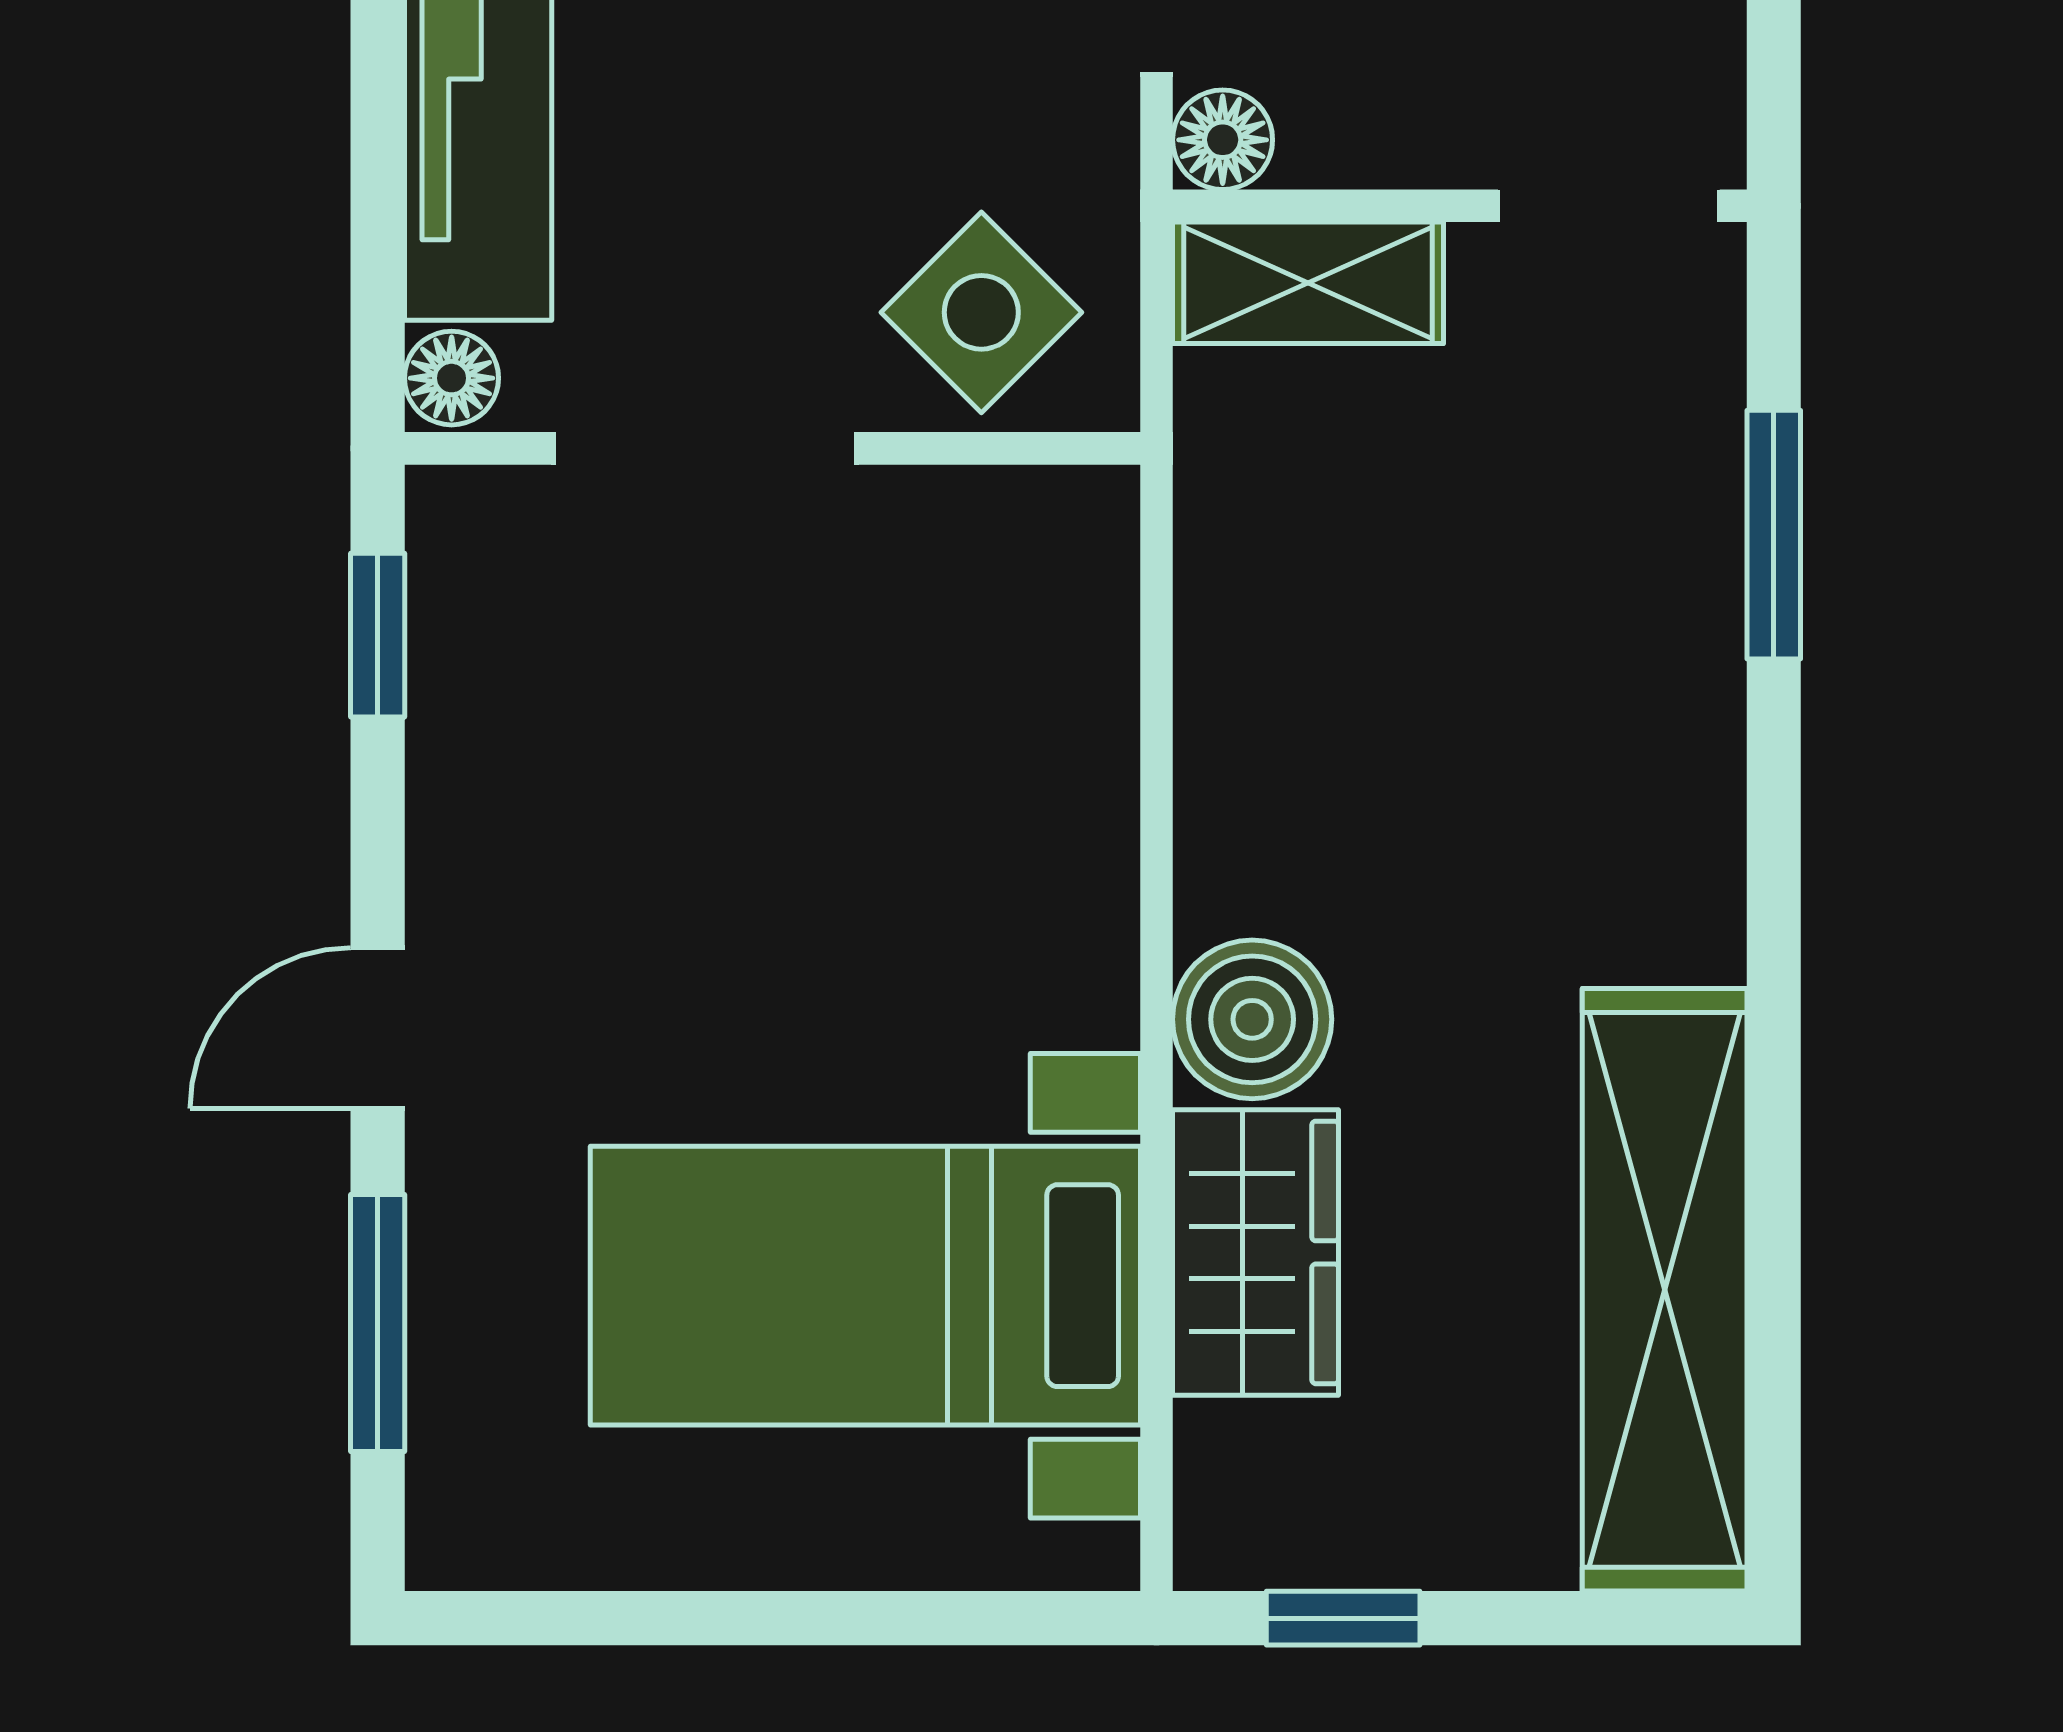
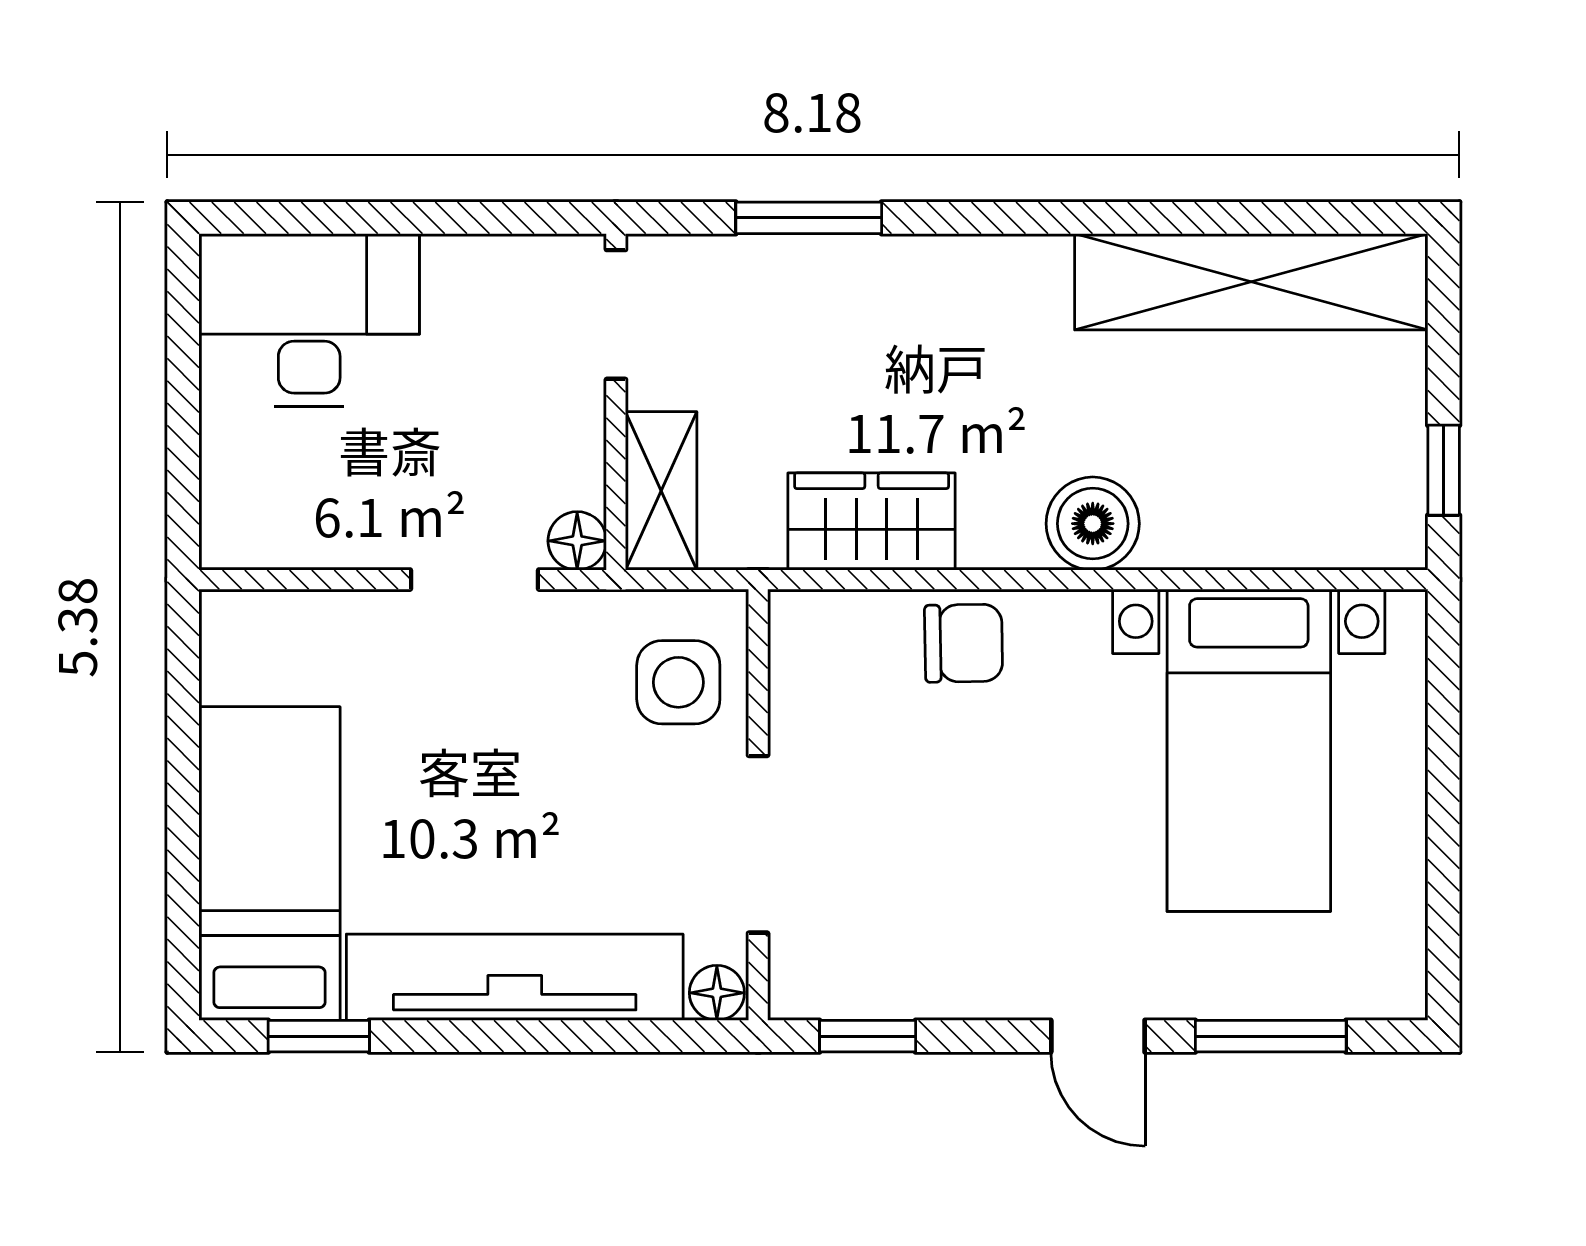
side table: (981, 312) -> (678, 682), turned 45
chair: (1048, 799) -> (964, 643), added
wardrobe: (1256, 1252) -> (872, 522), moved

